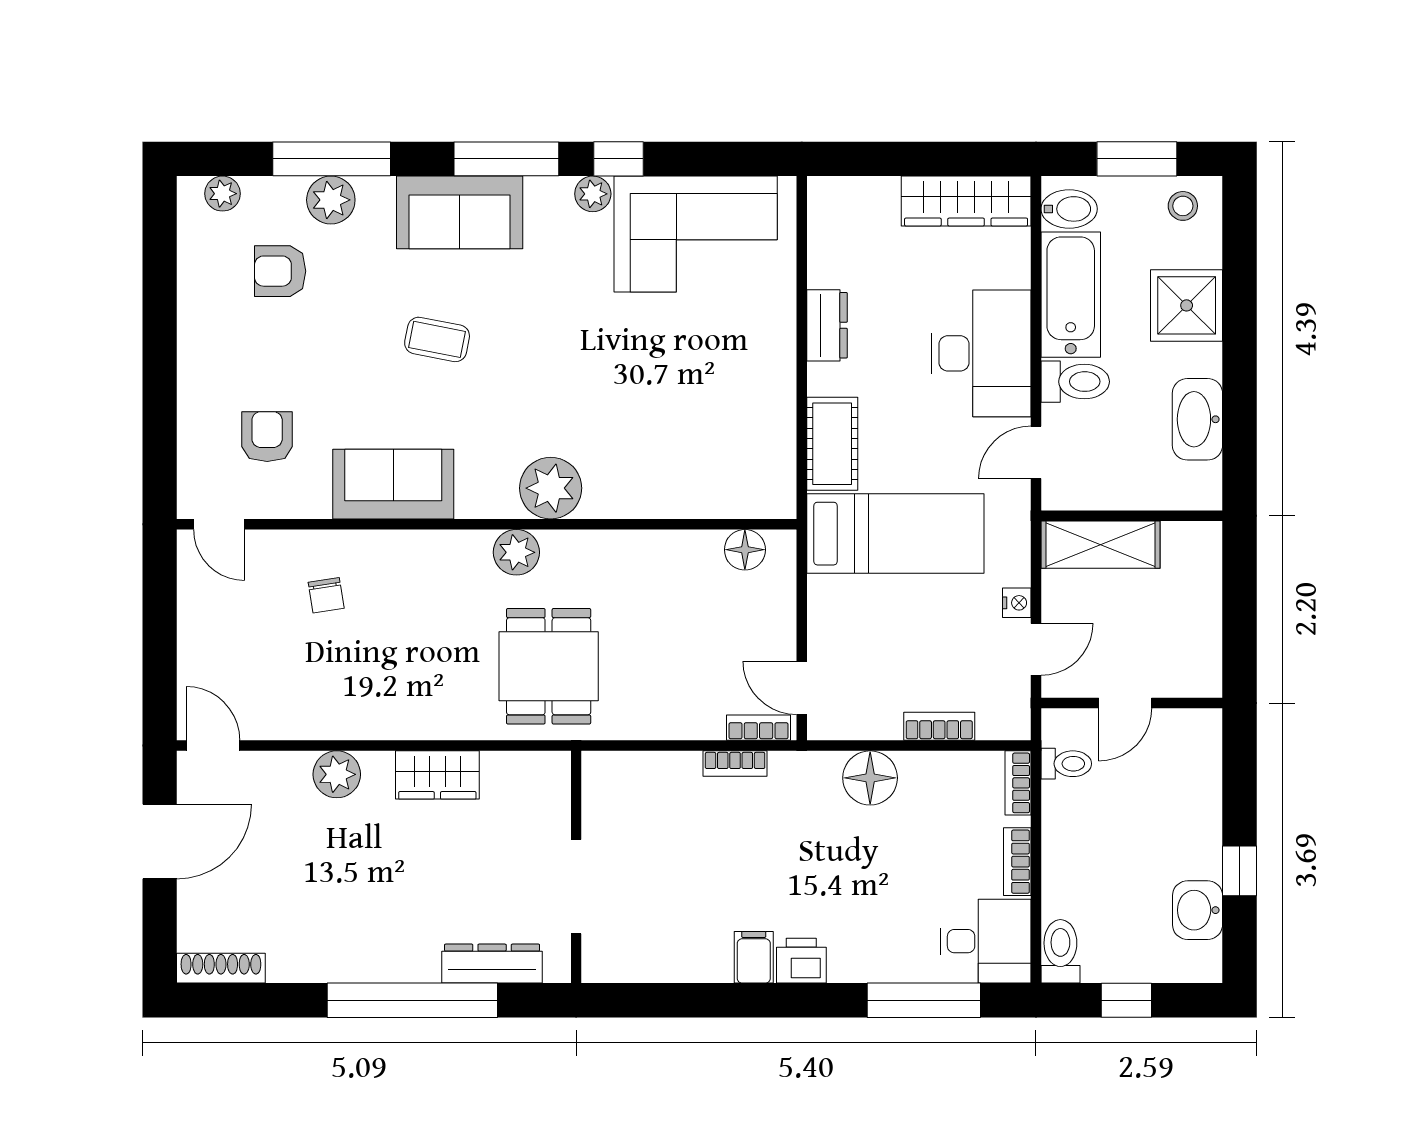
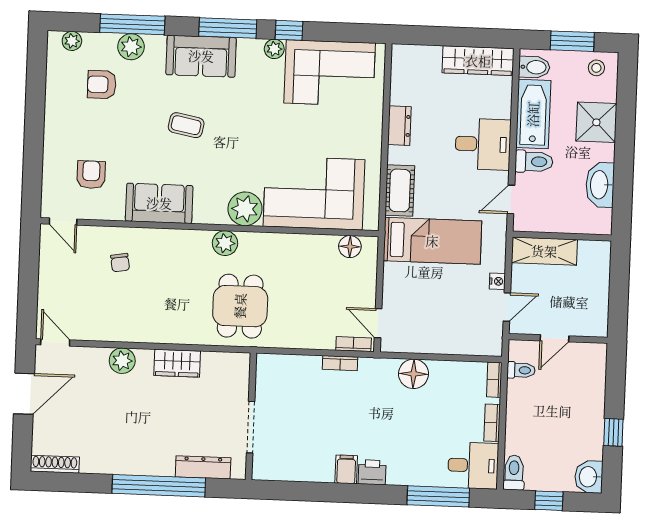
desk: (981, 353) -> (483, 144), width x0.73
corner sofa: (676, 454) -> (314, 193), added
bookcase: (939, 726) -> (452, 347), removed
washbasin: (1198, 910) -> (589, 477), moved

